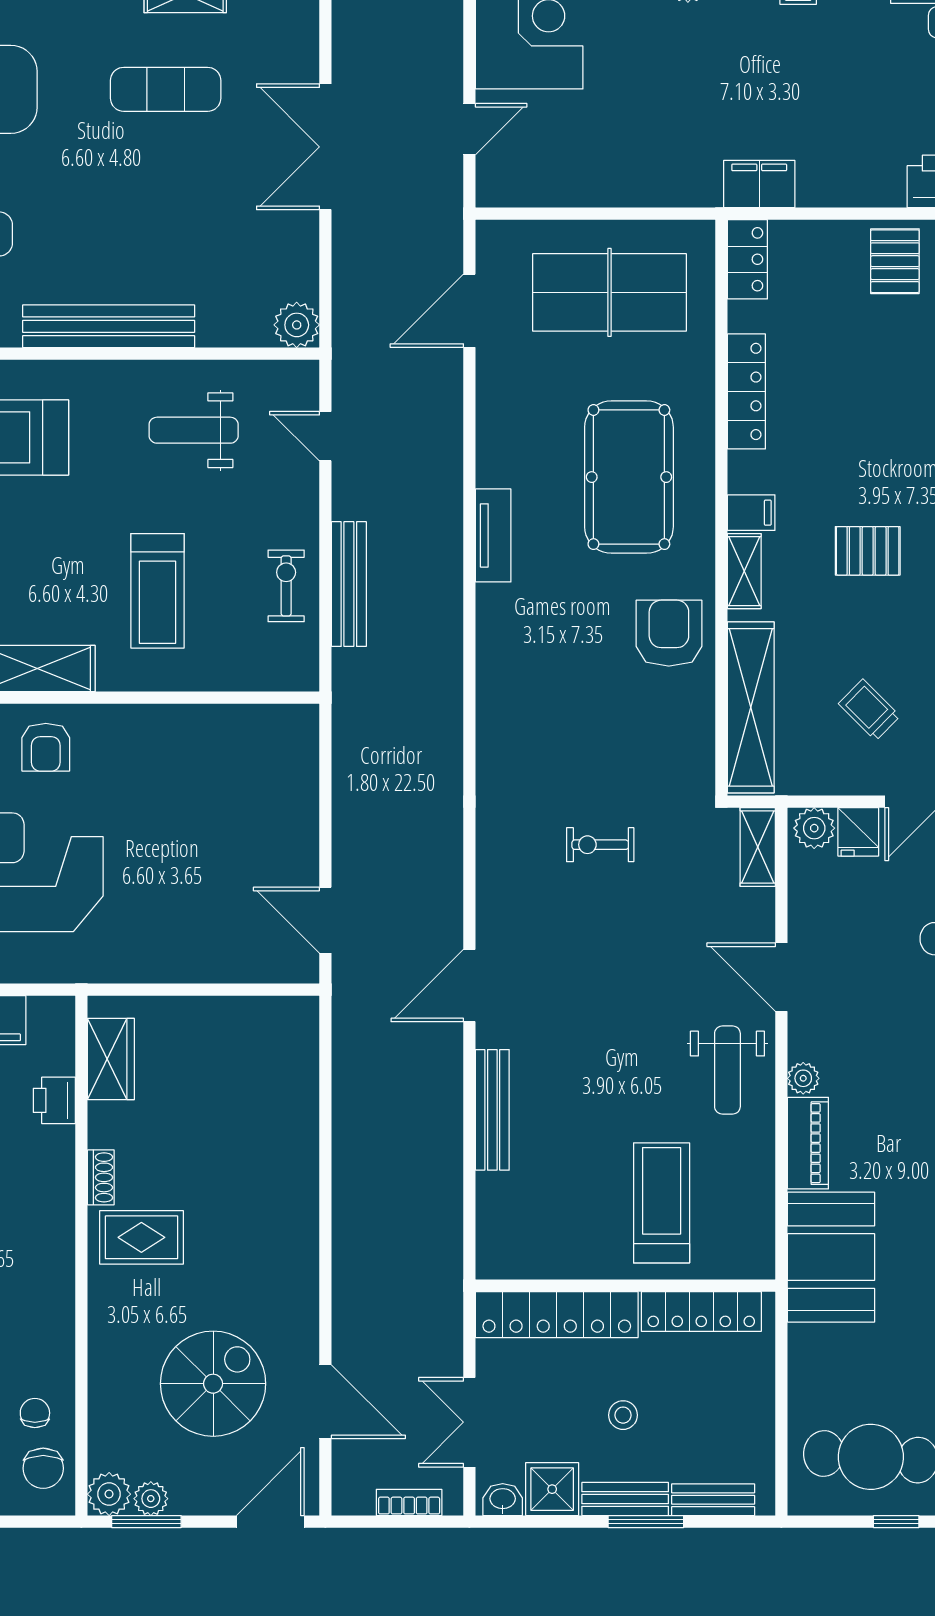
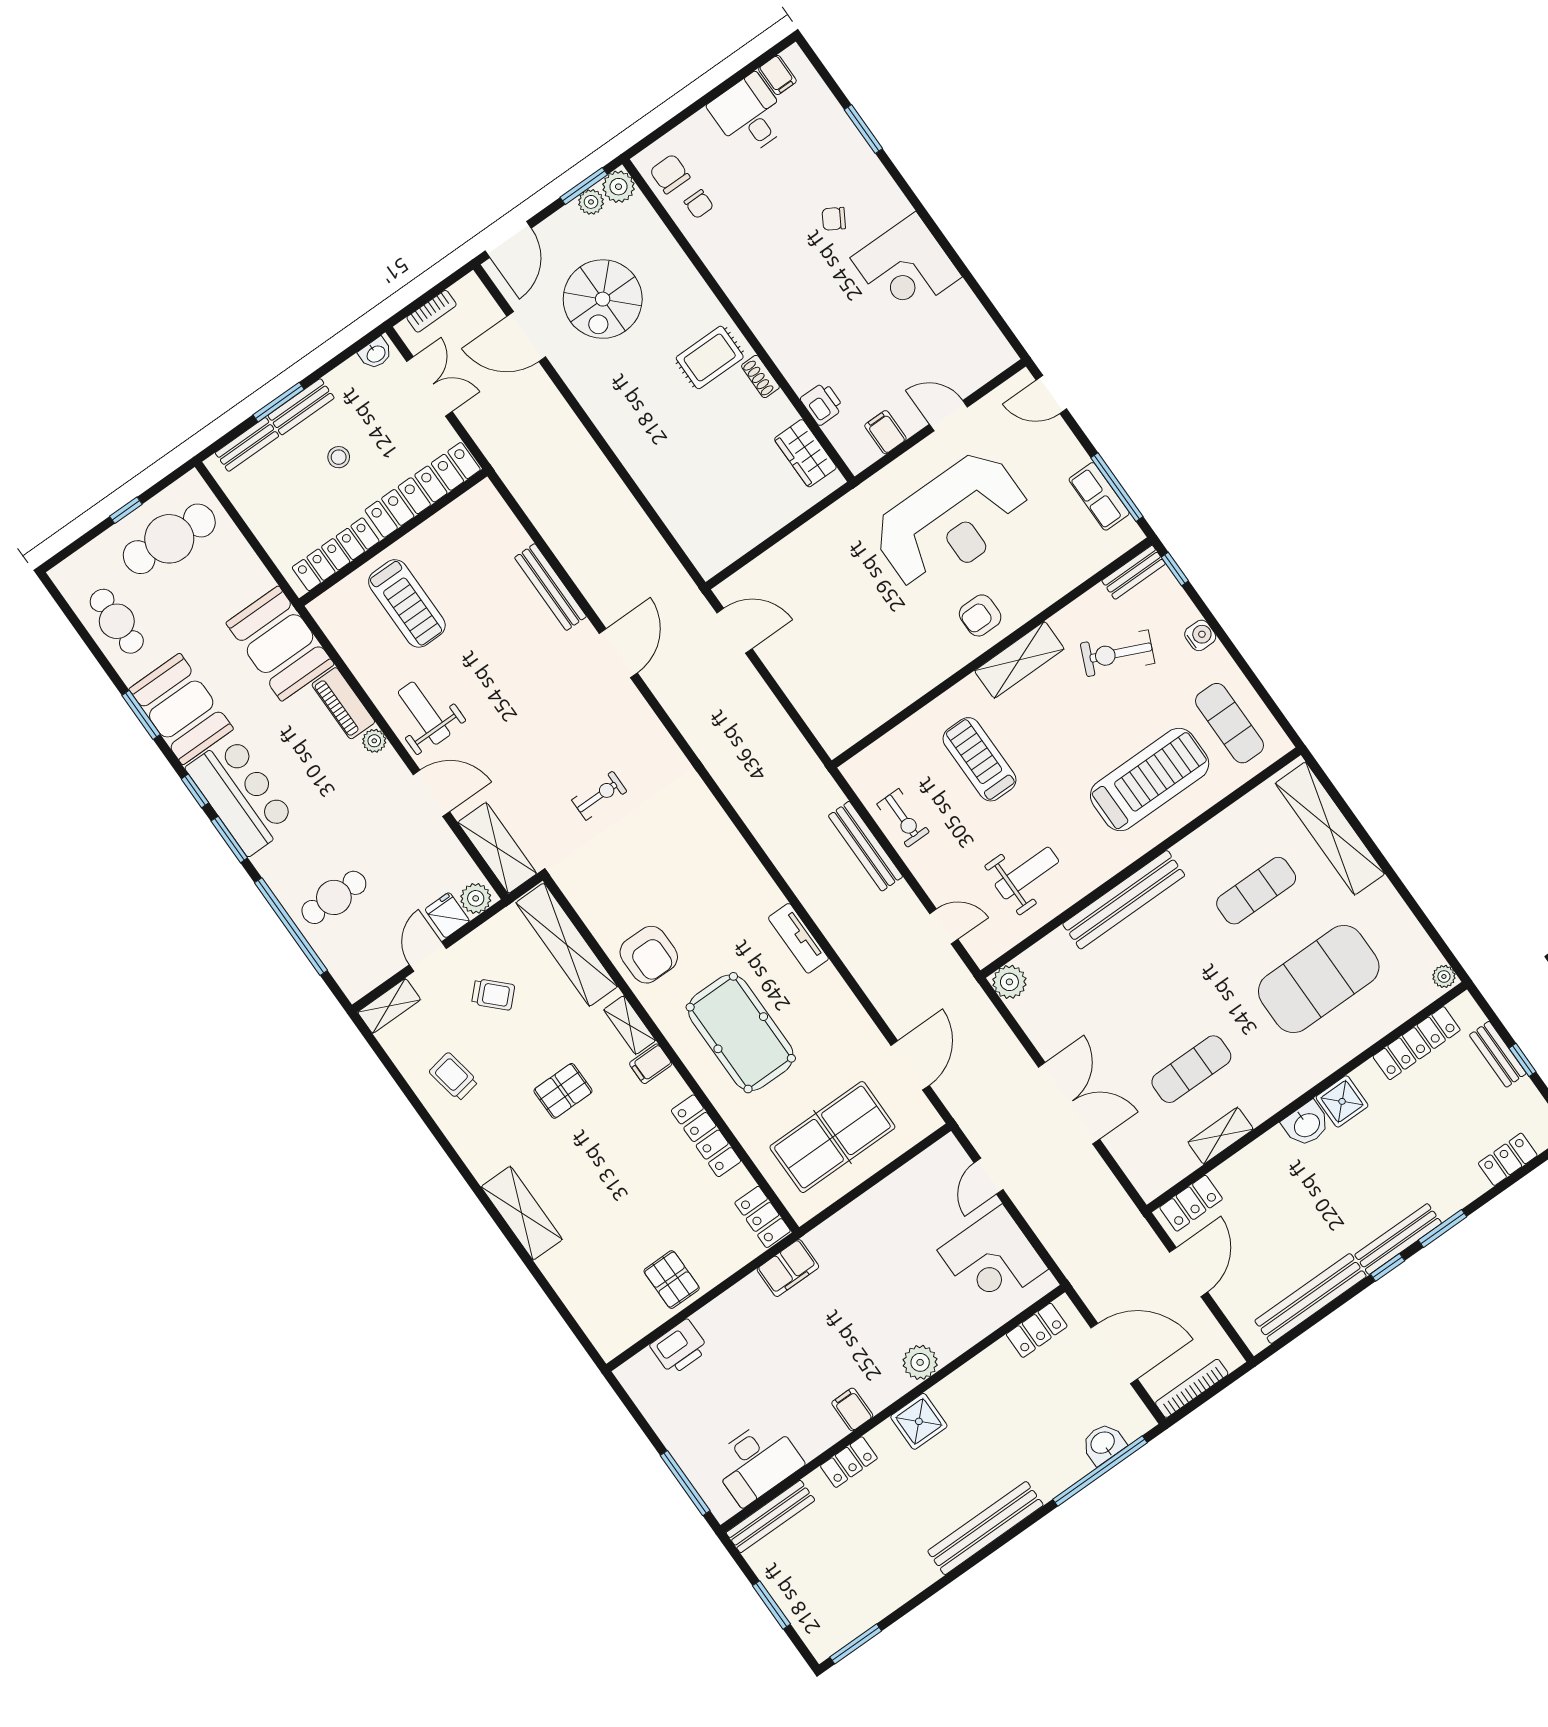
armchair: (46, 747) -> (980, 615), turned -90
shelving: (758, 847) -> (497, 848), width x1.50, depth x1.33
shower: (552, 1489) -> (350, 381), removed

